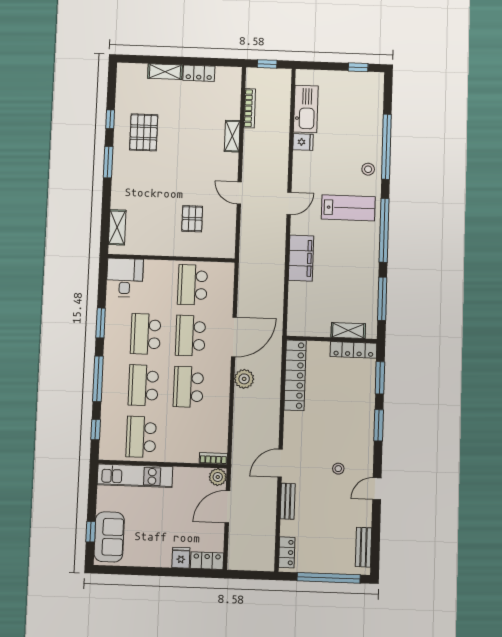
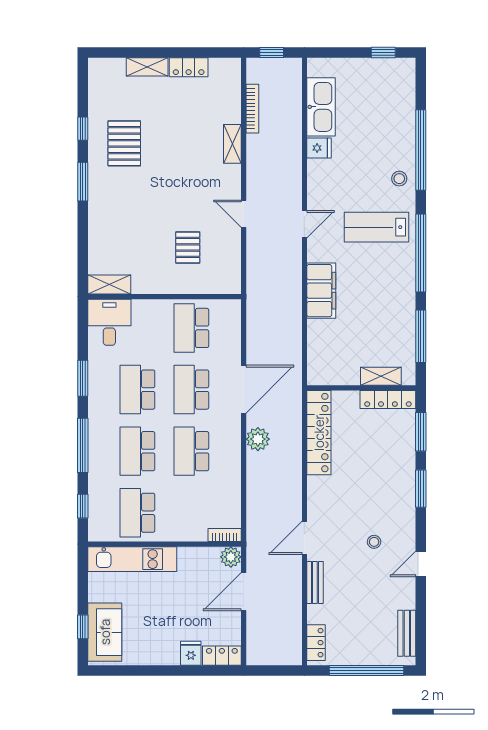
lab bench: (348, 208) -> (376, 227), turned 180
shelving: (117, 227) -> (109, 285), moved, turned 90

